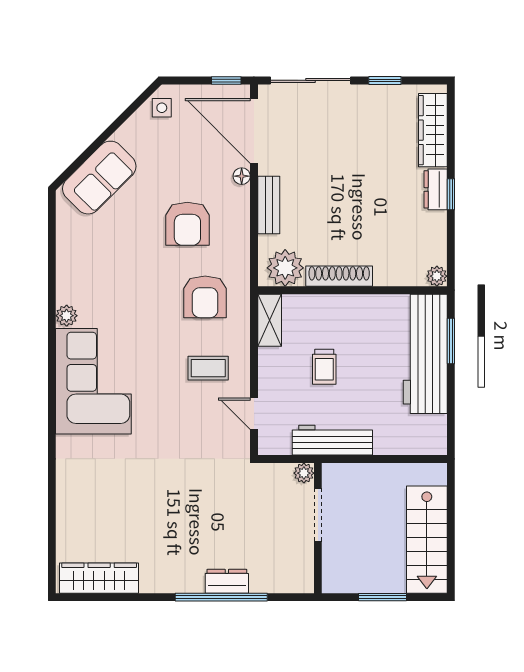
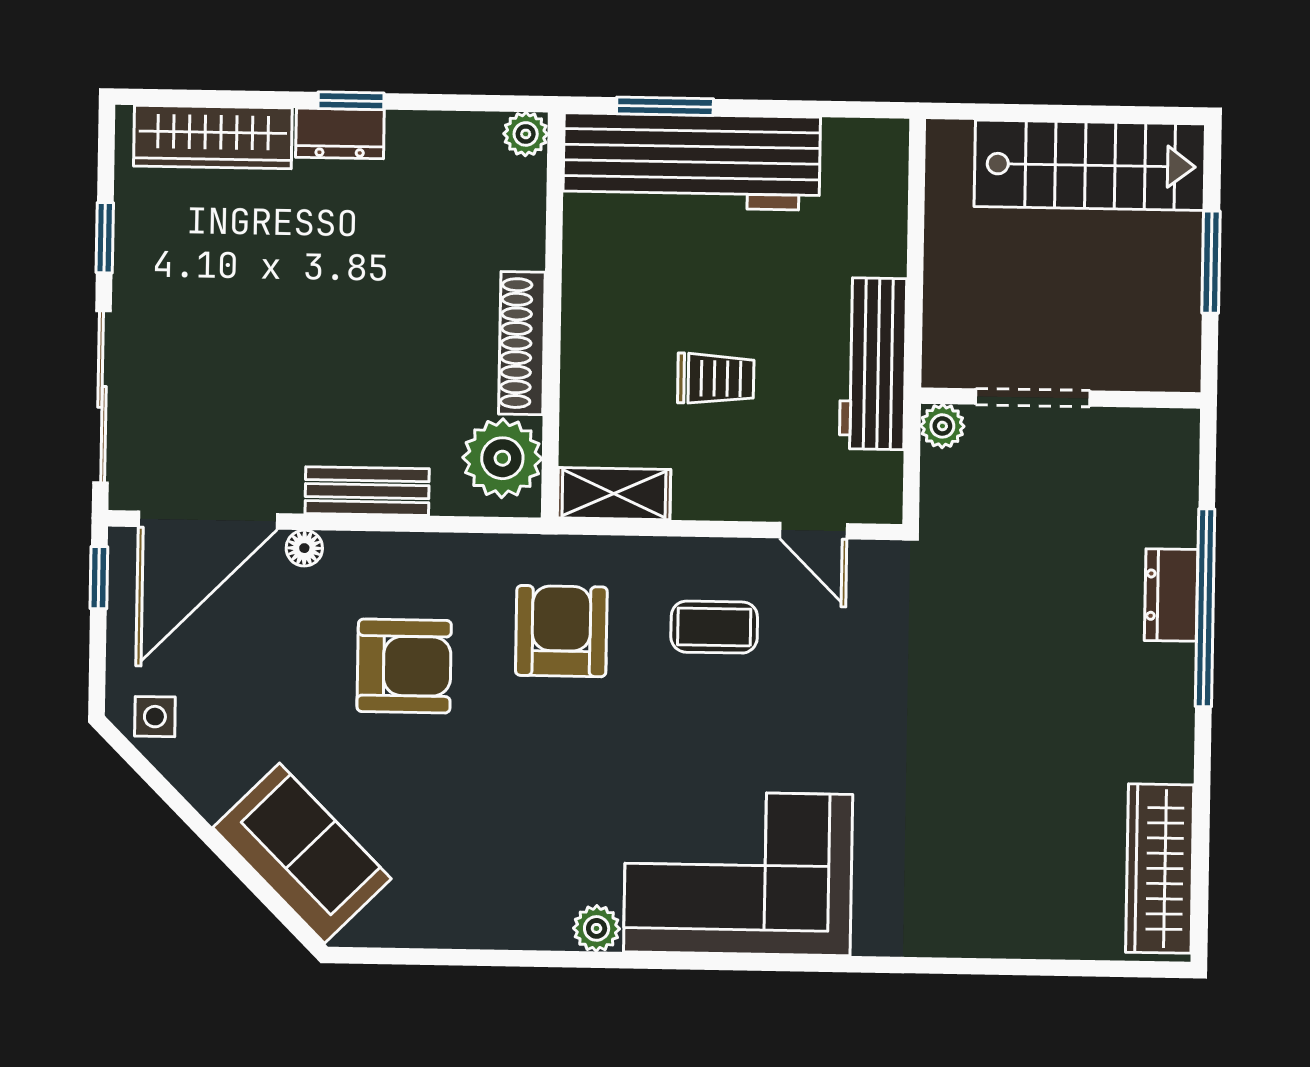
armchair: (205, 297) -> (561, 631), turned -90
coffee table: (208, 368) -> (714, 627), turned 90
door: (254, 414) -> (813, 531), hinge flipped

